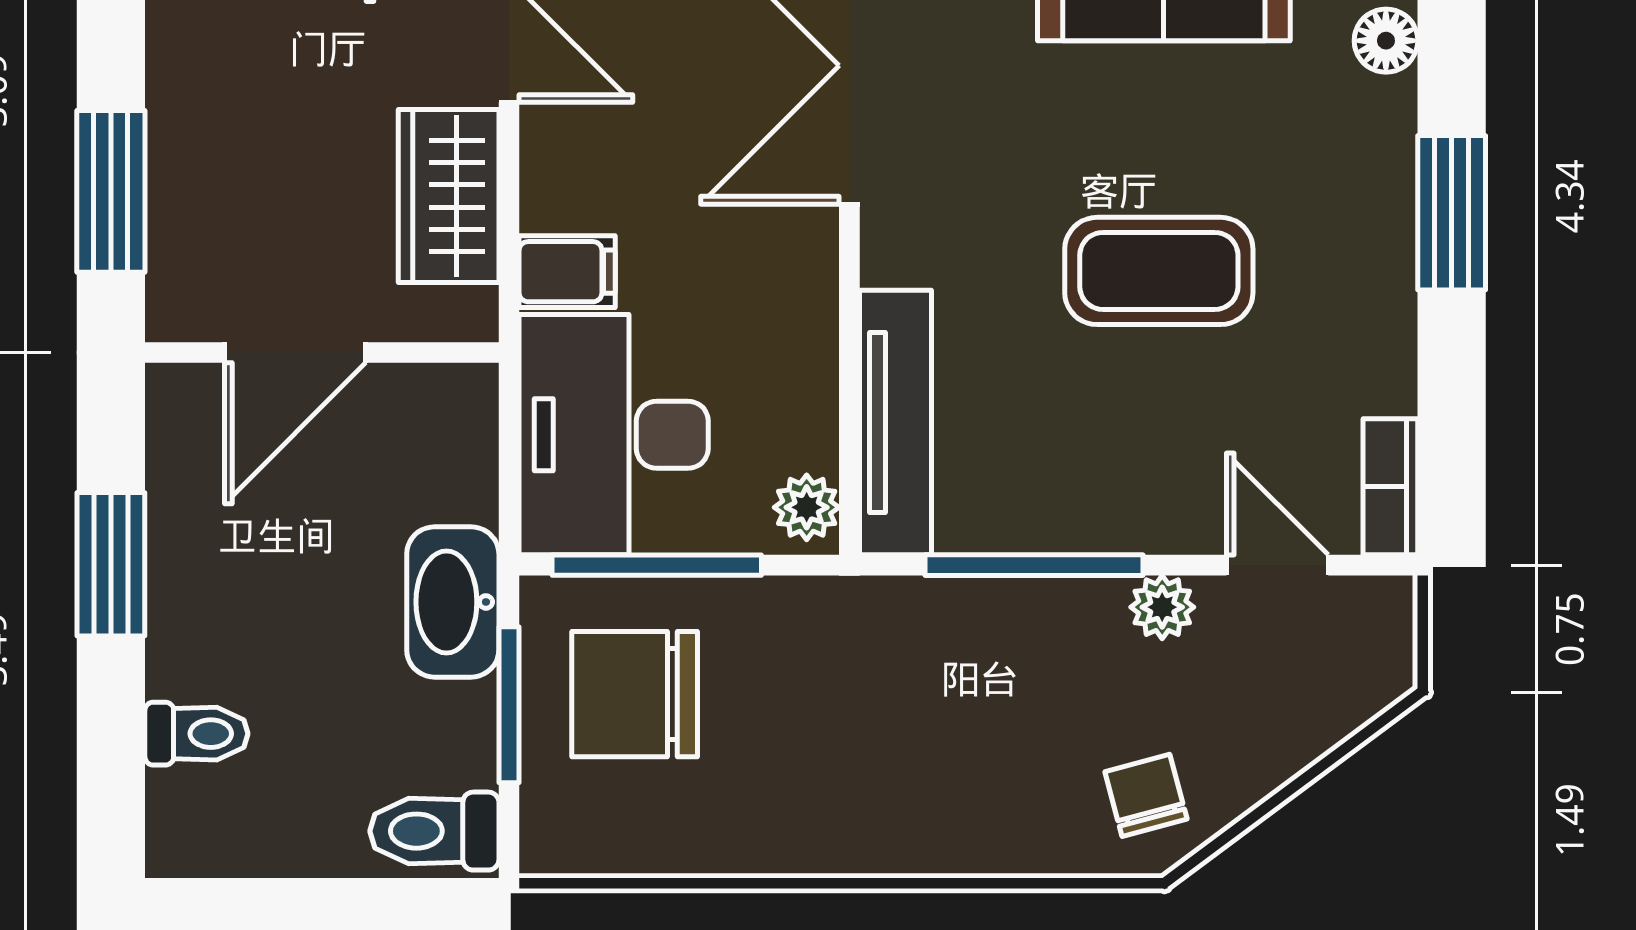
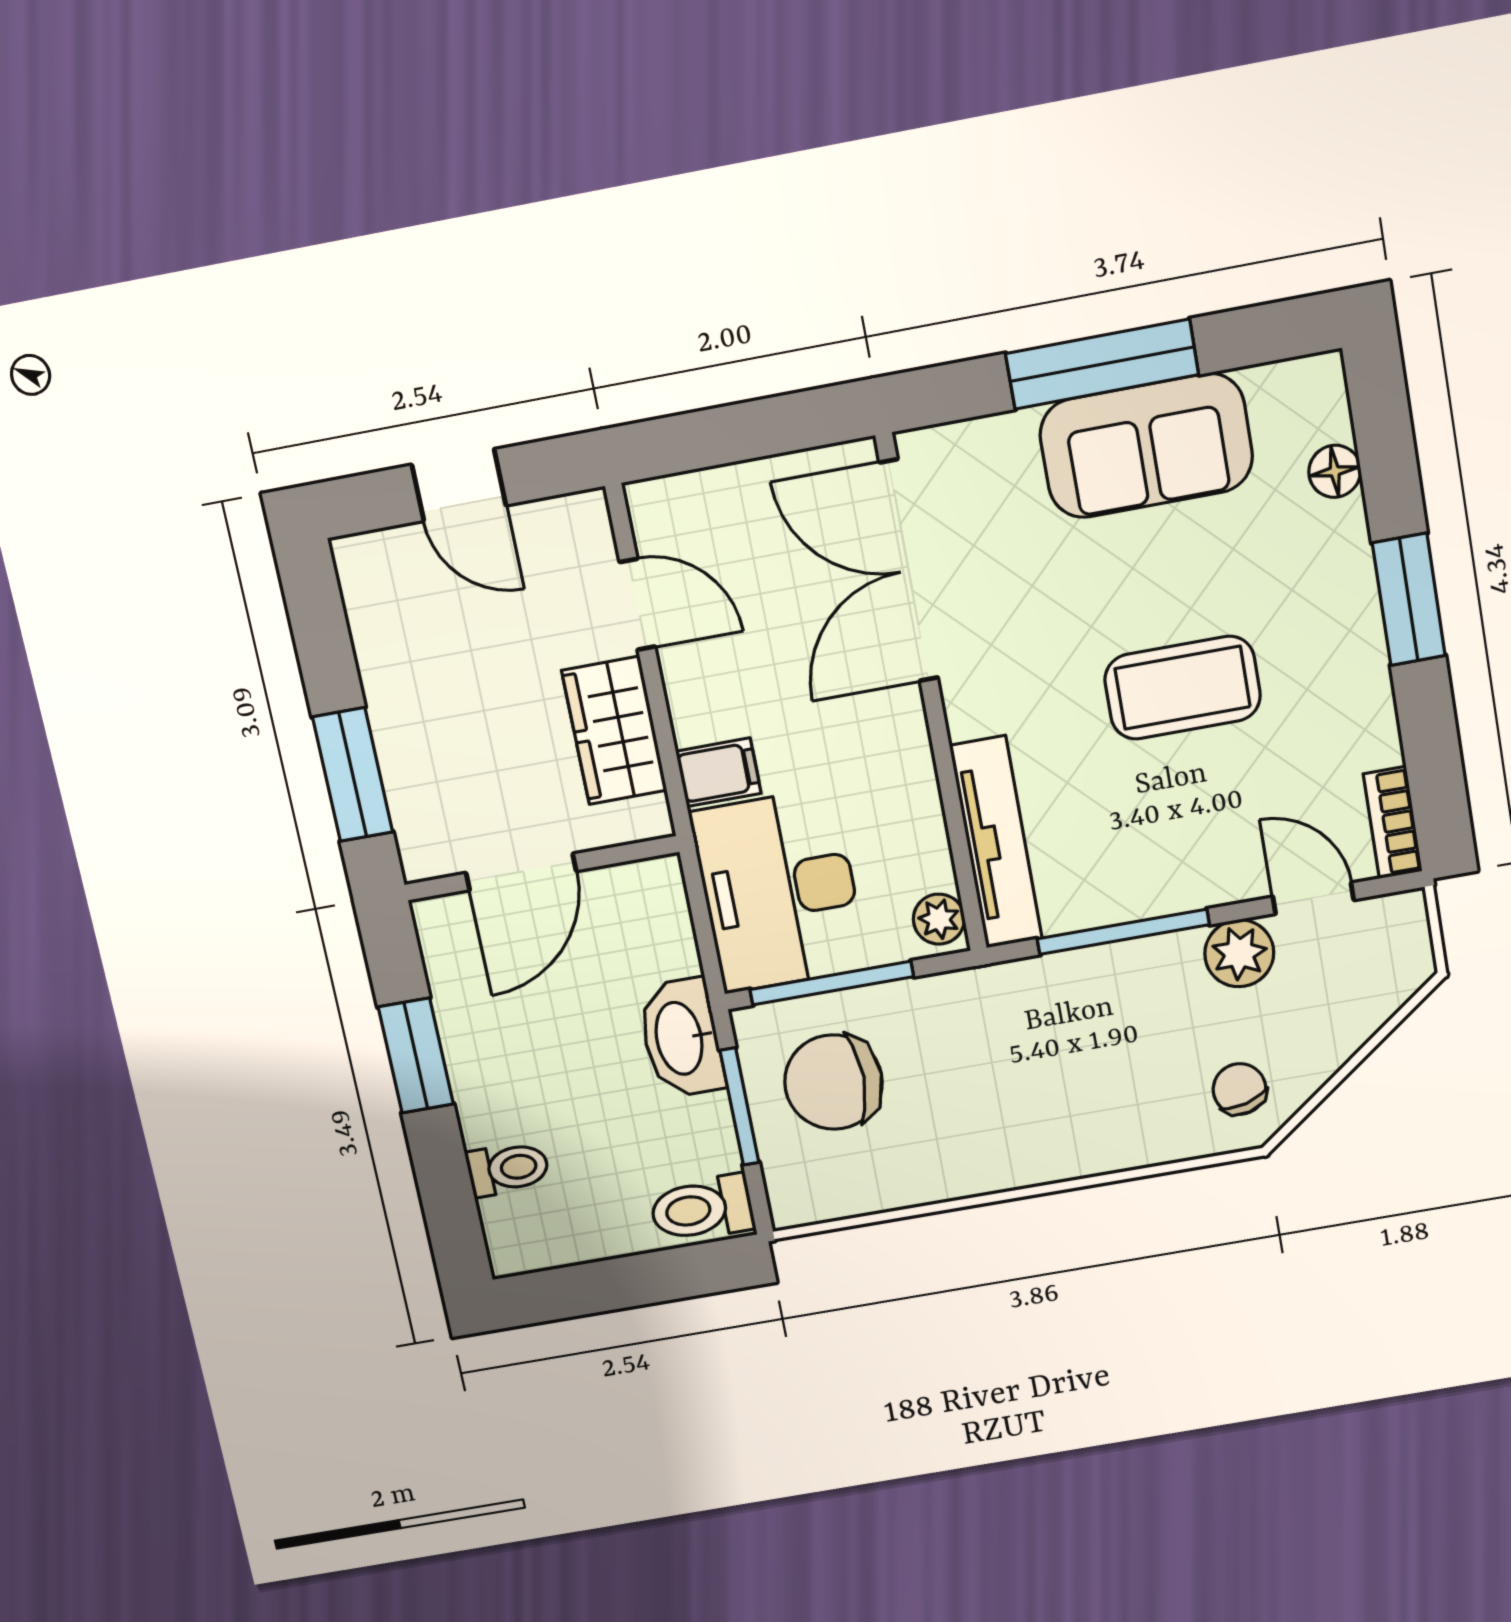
plant: (1162, 607) -> (1239, 953), width x1.38, depth x1.38

